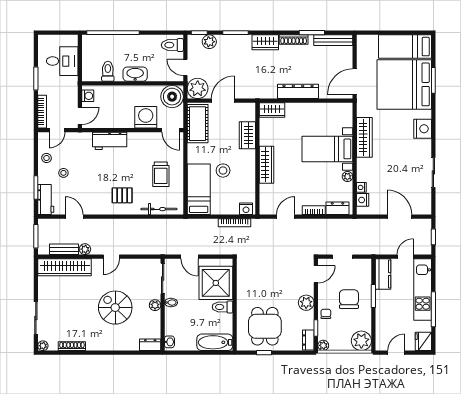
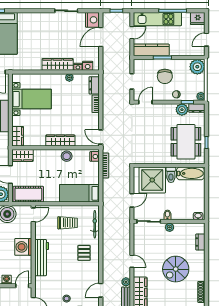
door: (80, 116) -> (22, 286), hinge flipped
washing machine: (146, 117) -> (23, 247), moved
nightstand: (423, 129) -> (92, 20), moved, turned 90
wardrobe: (247, 135) -> (23, 155), moved
wardrobe: (364, 137) -> (58, 64), moved
workbench: (110, 141) -> (42, 258), width x1.38
bed with nightstands: (327, 149) -> (32, 99), moved, turned -90
stool: (223, 171) -> (67, 156), moved
door: (286, 217) -> (101, 137), moved
door: (405, 257) -> (132, 33), swing flipped
door: (316, 274) -> (145, 102), hinge flipped
kitchen counter: (383, 274) -> (151, 50), width x1.50
chair: (349, 299) -> (165, 76), turned -90
plant: (306, 303) -> (182, 110), moved
spiral stairs: (115, 308) -> (176, 269), moved
dining table: (265, 326) -> (186, 142), width x1.38
bathtub: (215, 342) -> (190, 173), moved, turned -90
dresser: (150, 345) -> (200, 242), moved
door: (396, 353) -> (207, 40), hinge flipped

